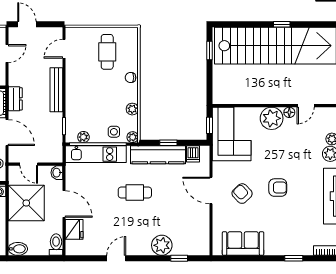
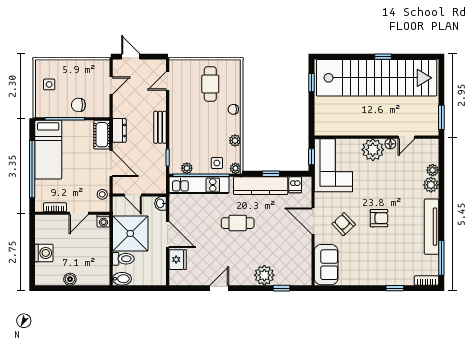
bench: (56, 90) -> (160, 127), width x0.73
sofa: (243, 244) -> (326, 265), moved, turned 90
toilet: (56, 245) -> (123, 259), moved, turned 90

